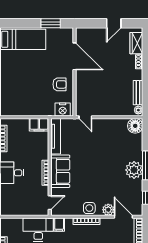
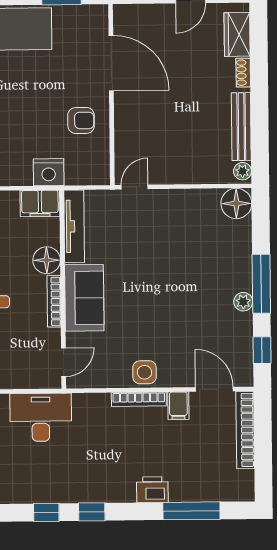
bench: (138, 93) -> (241, 127), width x1.36
nightstand: (63, 110) -> (49, 172), moved
door: (85, 117) -> (135, 187), swing flipped
floor lamp: (42, 153) -> (47, 260), added
plant: (134, 170) -> (243, 302), width x0.53, depth x0.53
plant: (108, 210) -> (183, 375), removed
filing cabinet: (59, 225) -> (178, 406), moved

